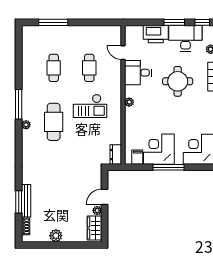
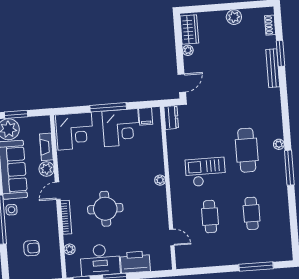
desk: (138, 73) -> (153, 215), removed
door: (104, 197) -> (182, 83), moved
bench: (26, 201) -> (273, 68), moved

